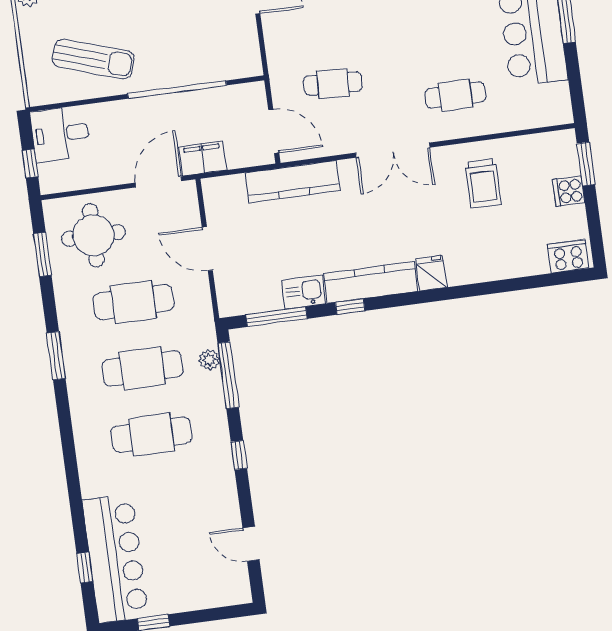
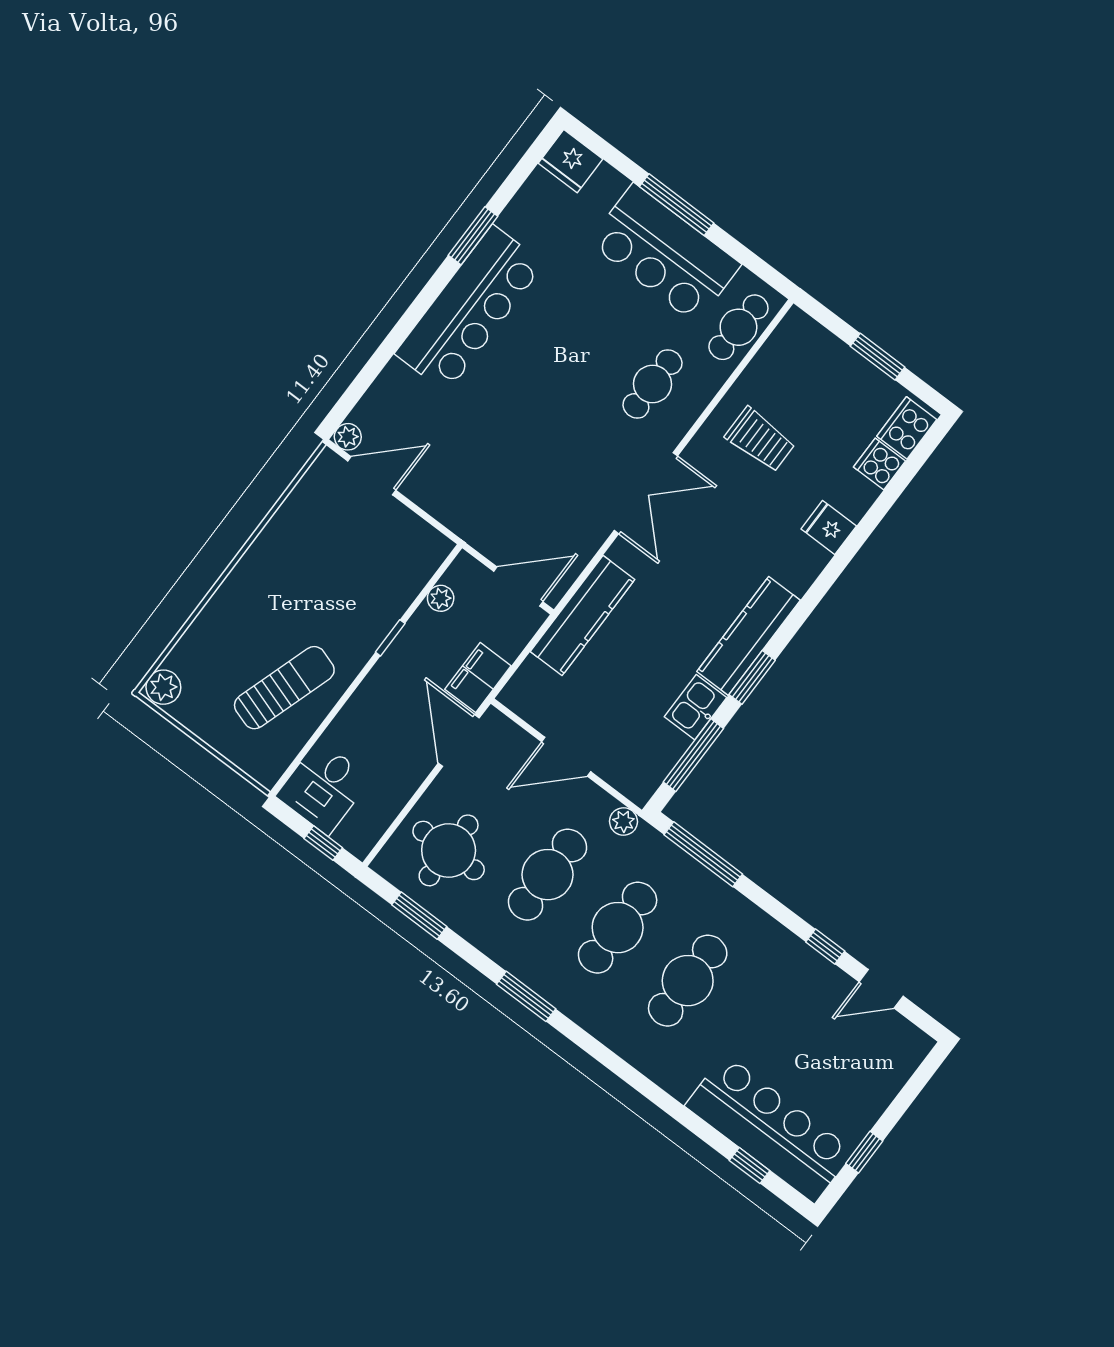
cafe table: (333, 84) -> (738, 327), moved
window: (177, 90) -> (390, 638), width x0.32
plant: (226, 96) -> (441, 598), added
window: (586, 164) -> (878, 357), moved
cooker: (569, 191) -> (880, 464), moved, turned 90
fridge: (431, 273) -> (829, 527), moved
window: (350, 307) -> (752, 677), width x1.50
plant: (209, 360) -> (623, 821), moved
window: (239, 455) -> (825, 947), moved

